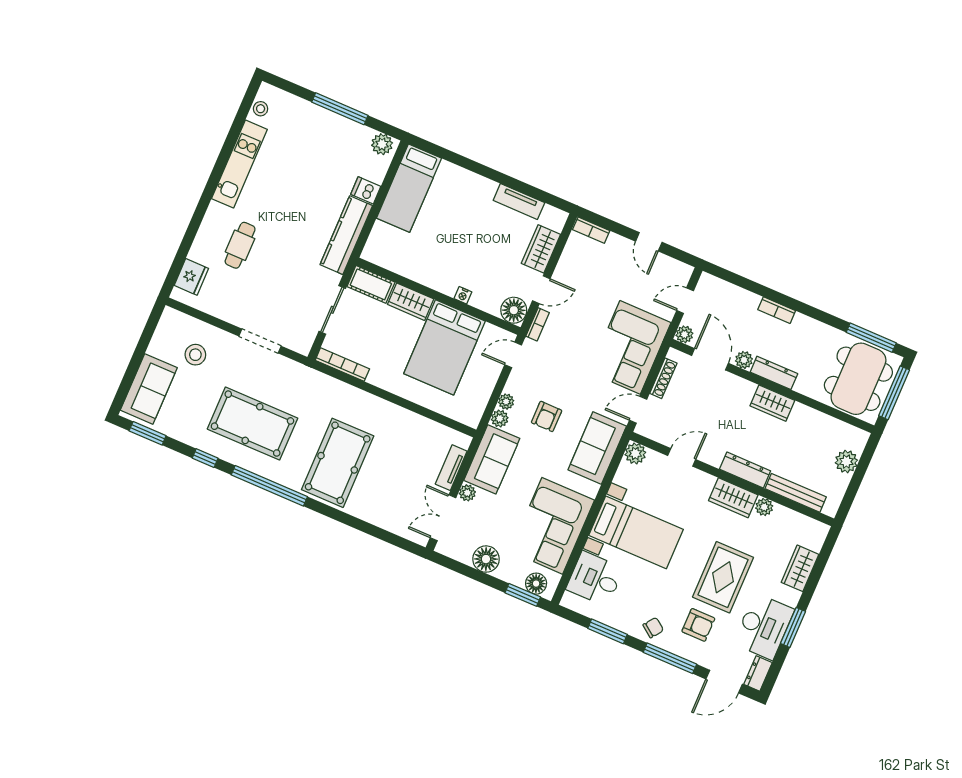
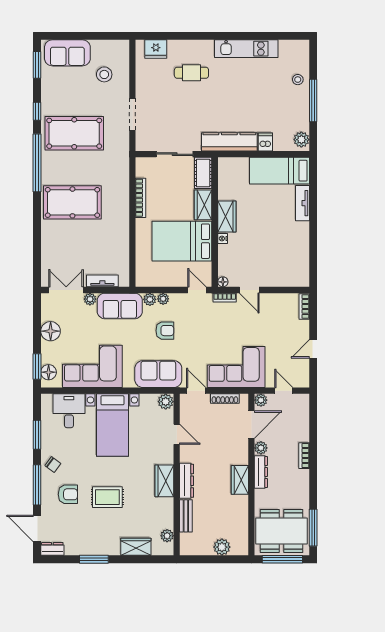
stool: (261, 109) -> (298, 80), moved
tv unit: (519, 202) -> (303, 203), moved
wardrobe: (541, 249) -> (227, 217), moved, turned 90
floor lamp: (514, 310) -> (223, 282), width x0.53, depth x0.53
bookcase: (342, 365) -> (140, 198), moved
armchair: (547, 416) -> (165, 331), turned 180
pool table: (252, 424) -> (74, 133), turned 90
bench: (796, 493) -> (186, 516), width x0.73
plant: (764, 507) -> (167, 536), moved
rug: (723, 577) -> (107, 497), width x0.73, depth x0.70
armchair: (698, 625) -> (68, 494), turned -90
desk: (764, 627) -> (86, 539), removed

